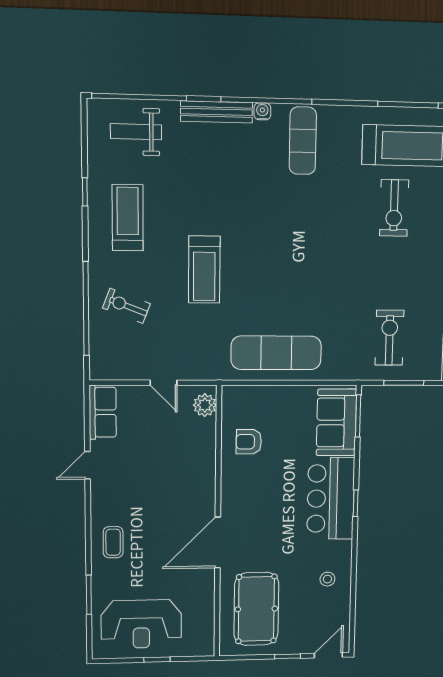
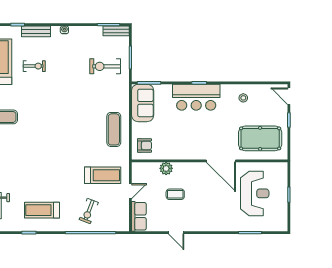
exercise bike: (394, 208) -> (34, 66), width x0.73, depth x0.72
treadmill: (204, 270) -> (103, 175), moved
exercise mat: (276, 353) -> (114, 129), width x0.73, depth x0.69
plant: (205, 405) -> (166, 168), moved
row of seats: (103, 412) -> (139, 216), moved, turned 90
sofa: (336, 422) -> (143, 103), moved, turned -90
armchair: (249, 442) -> (144, 145), moved, turned -90
coffee table: (113, 542) -> (175, 194), moved
reception desk: (141, 624) -> (255, 193), moved

